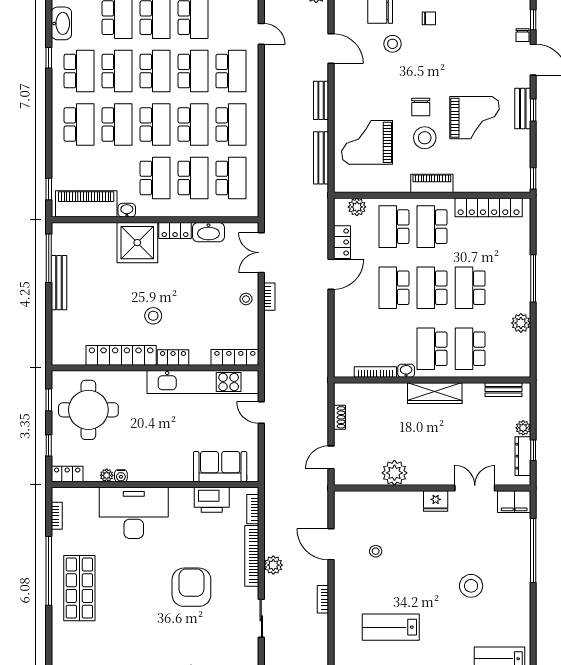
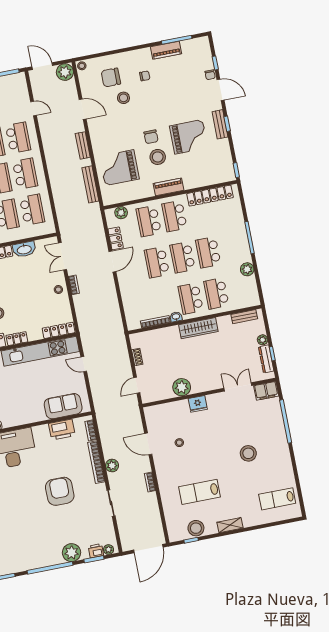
fridge: (436, 501) -> (198, 404), moved

